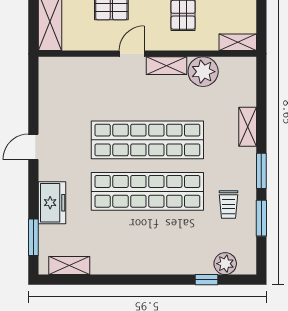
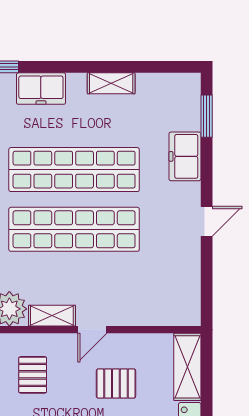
freezer: (176, 261) -> (41, 89), added
shelving: (69, 266) -> (111, 83), moved

